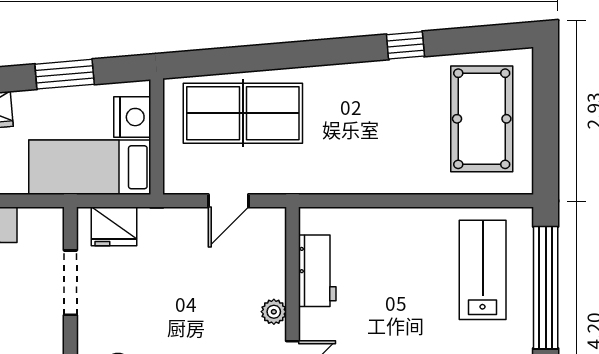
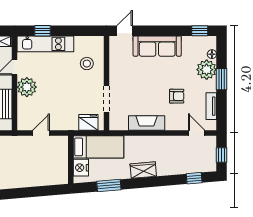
table tennis table: (243, 113) -> (35, 169), removed
plant: (274, 312) -> (27, 87), width x1.87, depth x1.87

